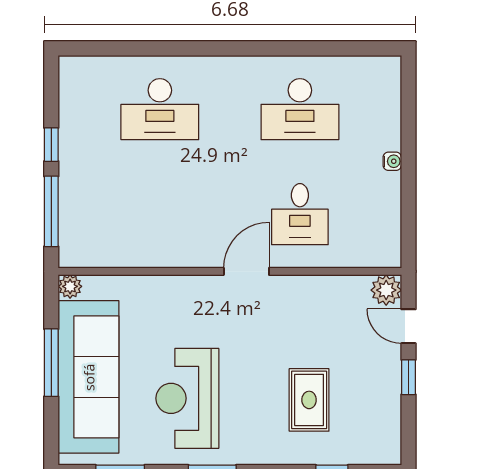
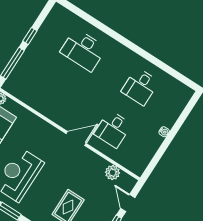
desk: (300, 109) -> (140, 86), width x0.73
plant: (386, 290) -> (112, 173), moved

